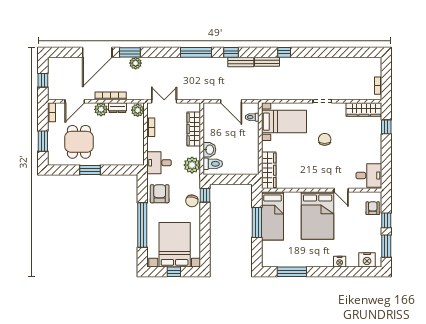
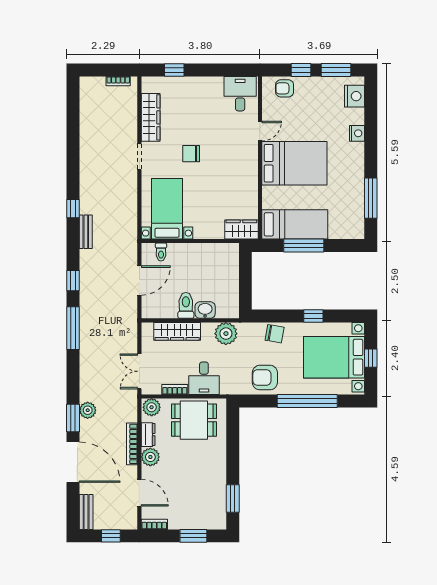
bench: (241, 62) -> (86, 512), moved
wardrobe: (364, 110) -> (151, 117), moved
dining table: (79, 142) -> (194, 420), moved
desk: (159, 163) -> (204, 378), moved
toilet: (213, 164) -> (186, 305), moved
window: (90, 170) -> (233, 498), moved
wardrobe: (269, 170) -> (241, 230), width x0.67
window: (205, 195) -> (313, 316), moved

